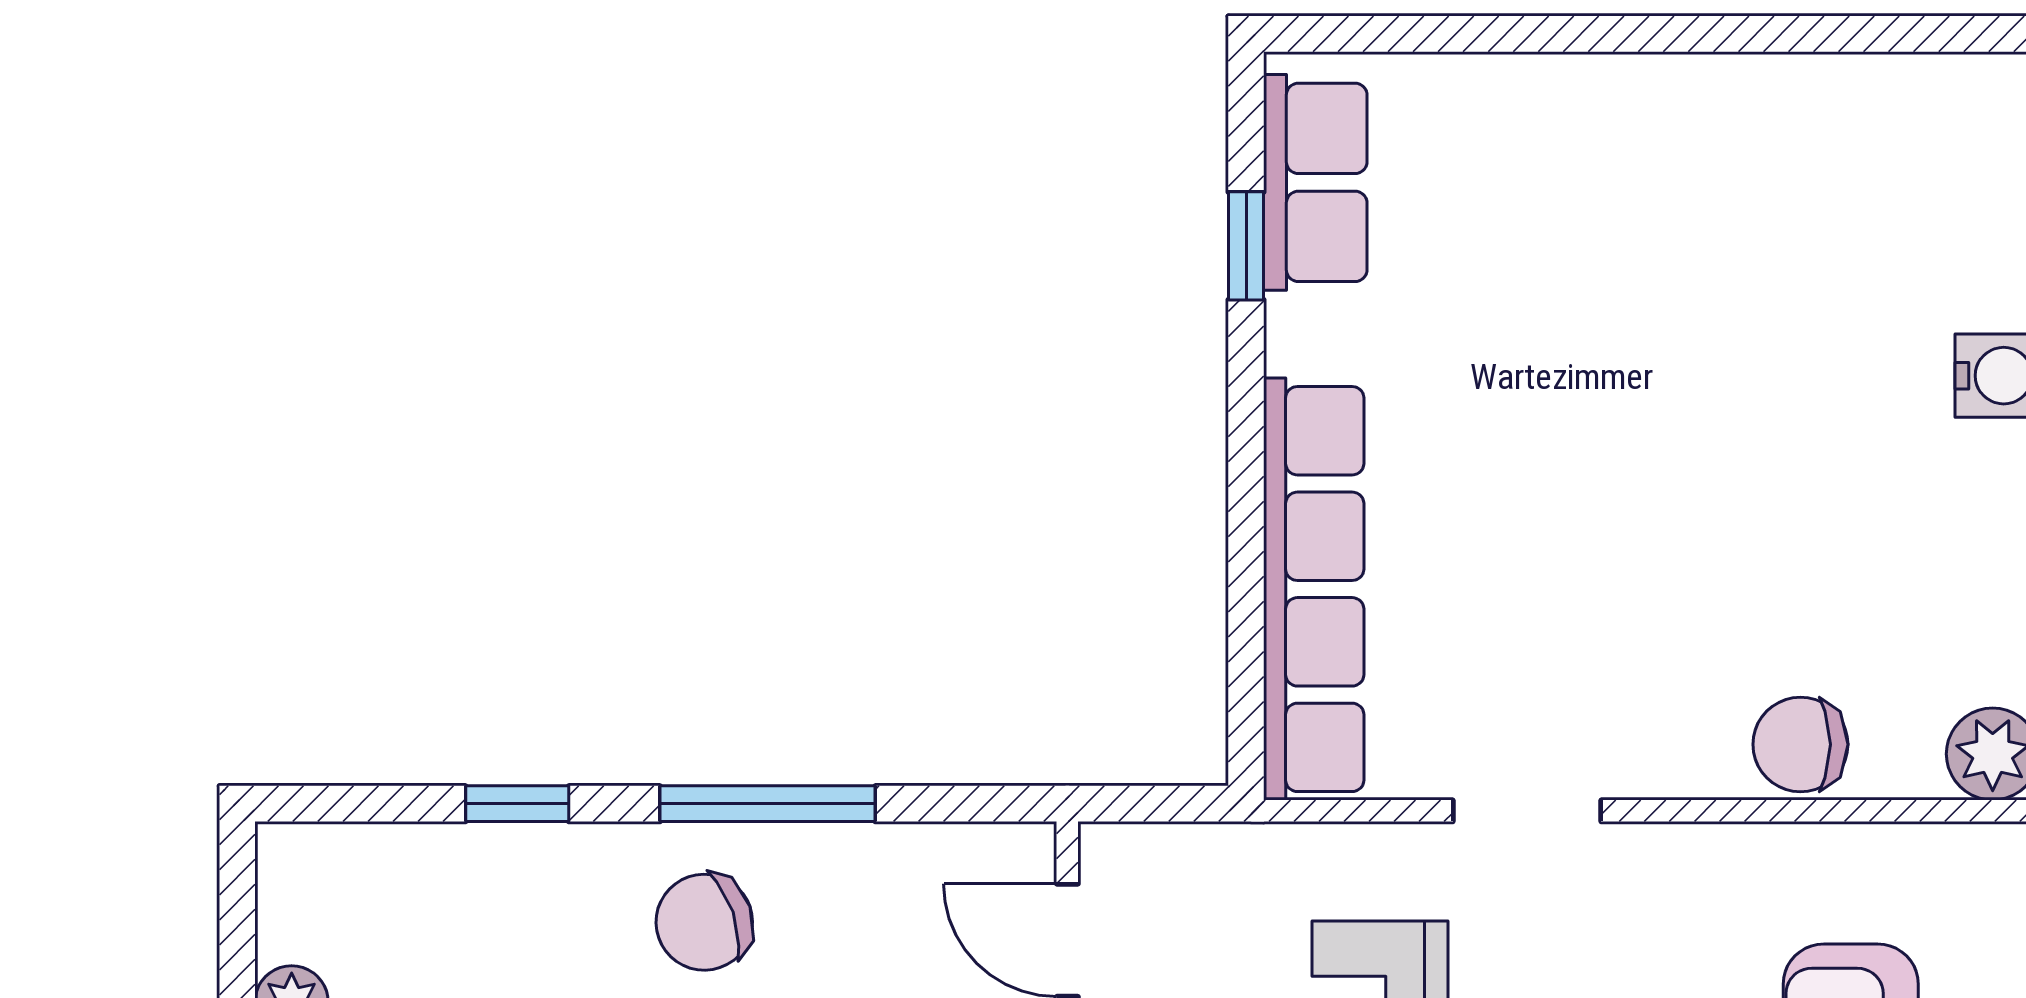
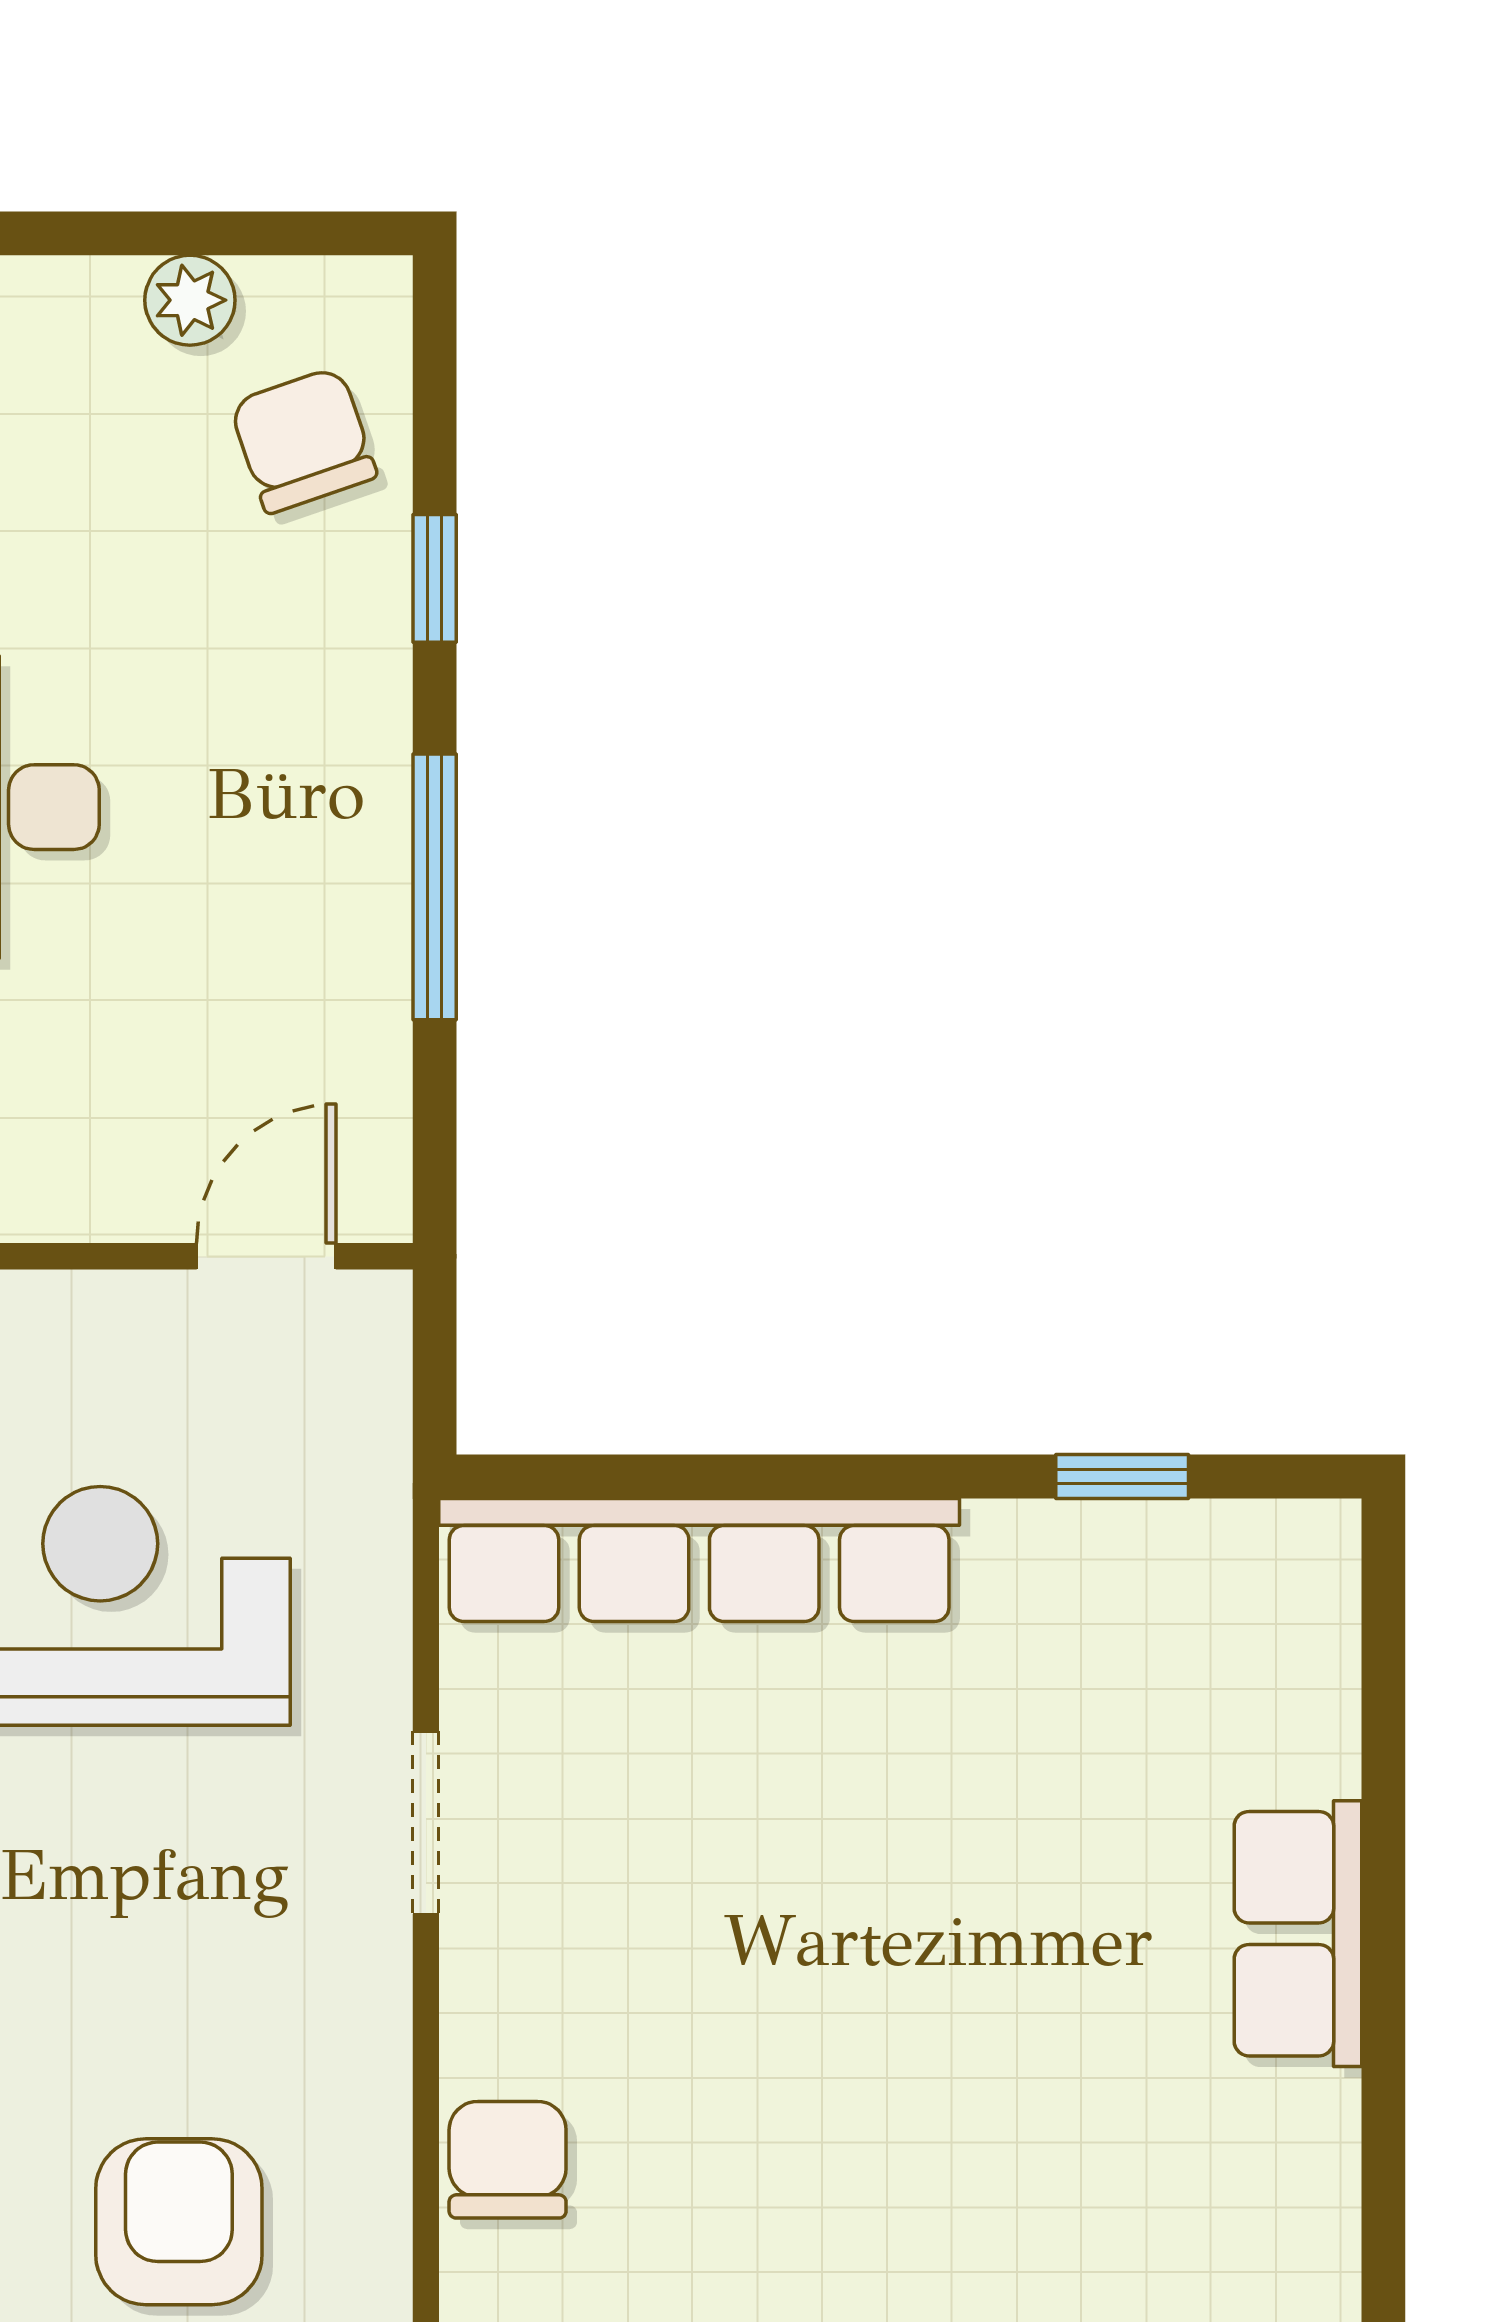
row of seats: (1315, 182) -> (1298, 1934), moved, turned 90
chair: (704, 922) -> (303, 440), moved

